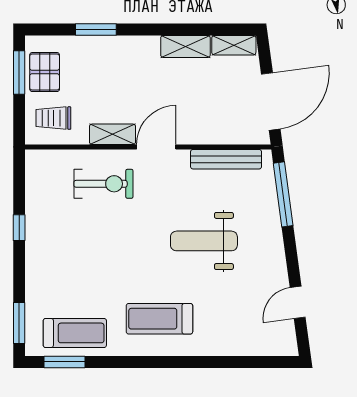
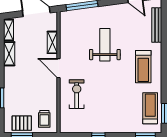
shelving: (113, 134) -> (52, 42), moved
bench: (226, 159) -> (157, 25), moved
weight bench: (204, 241) -> (105, 45), turned 180

